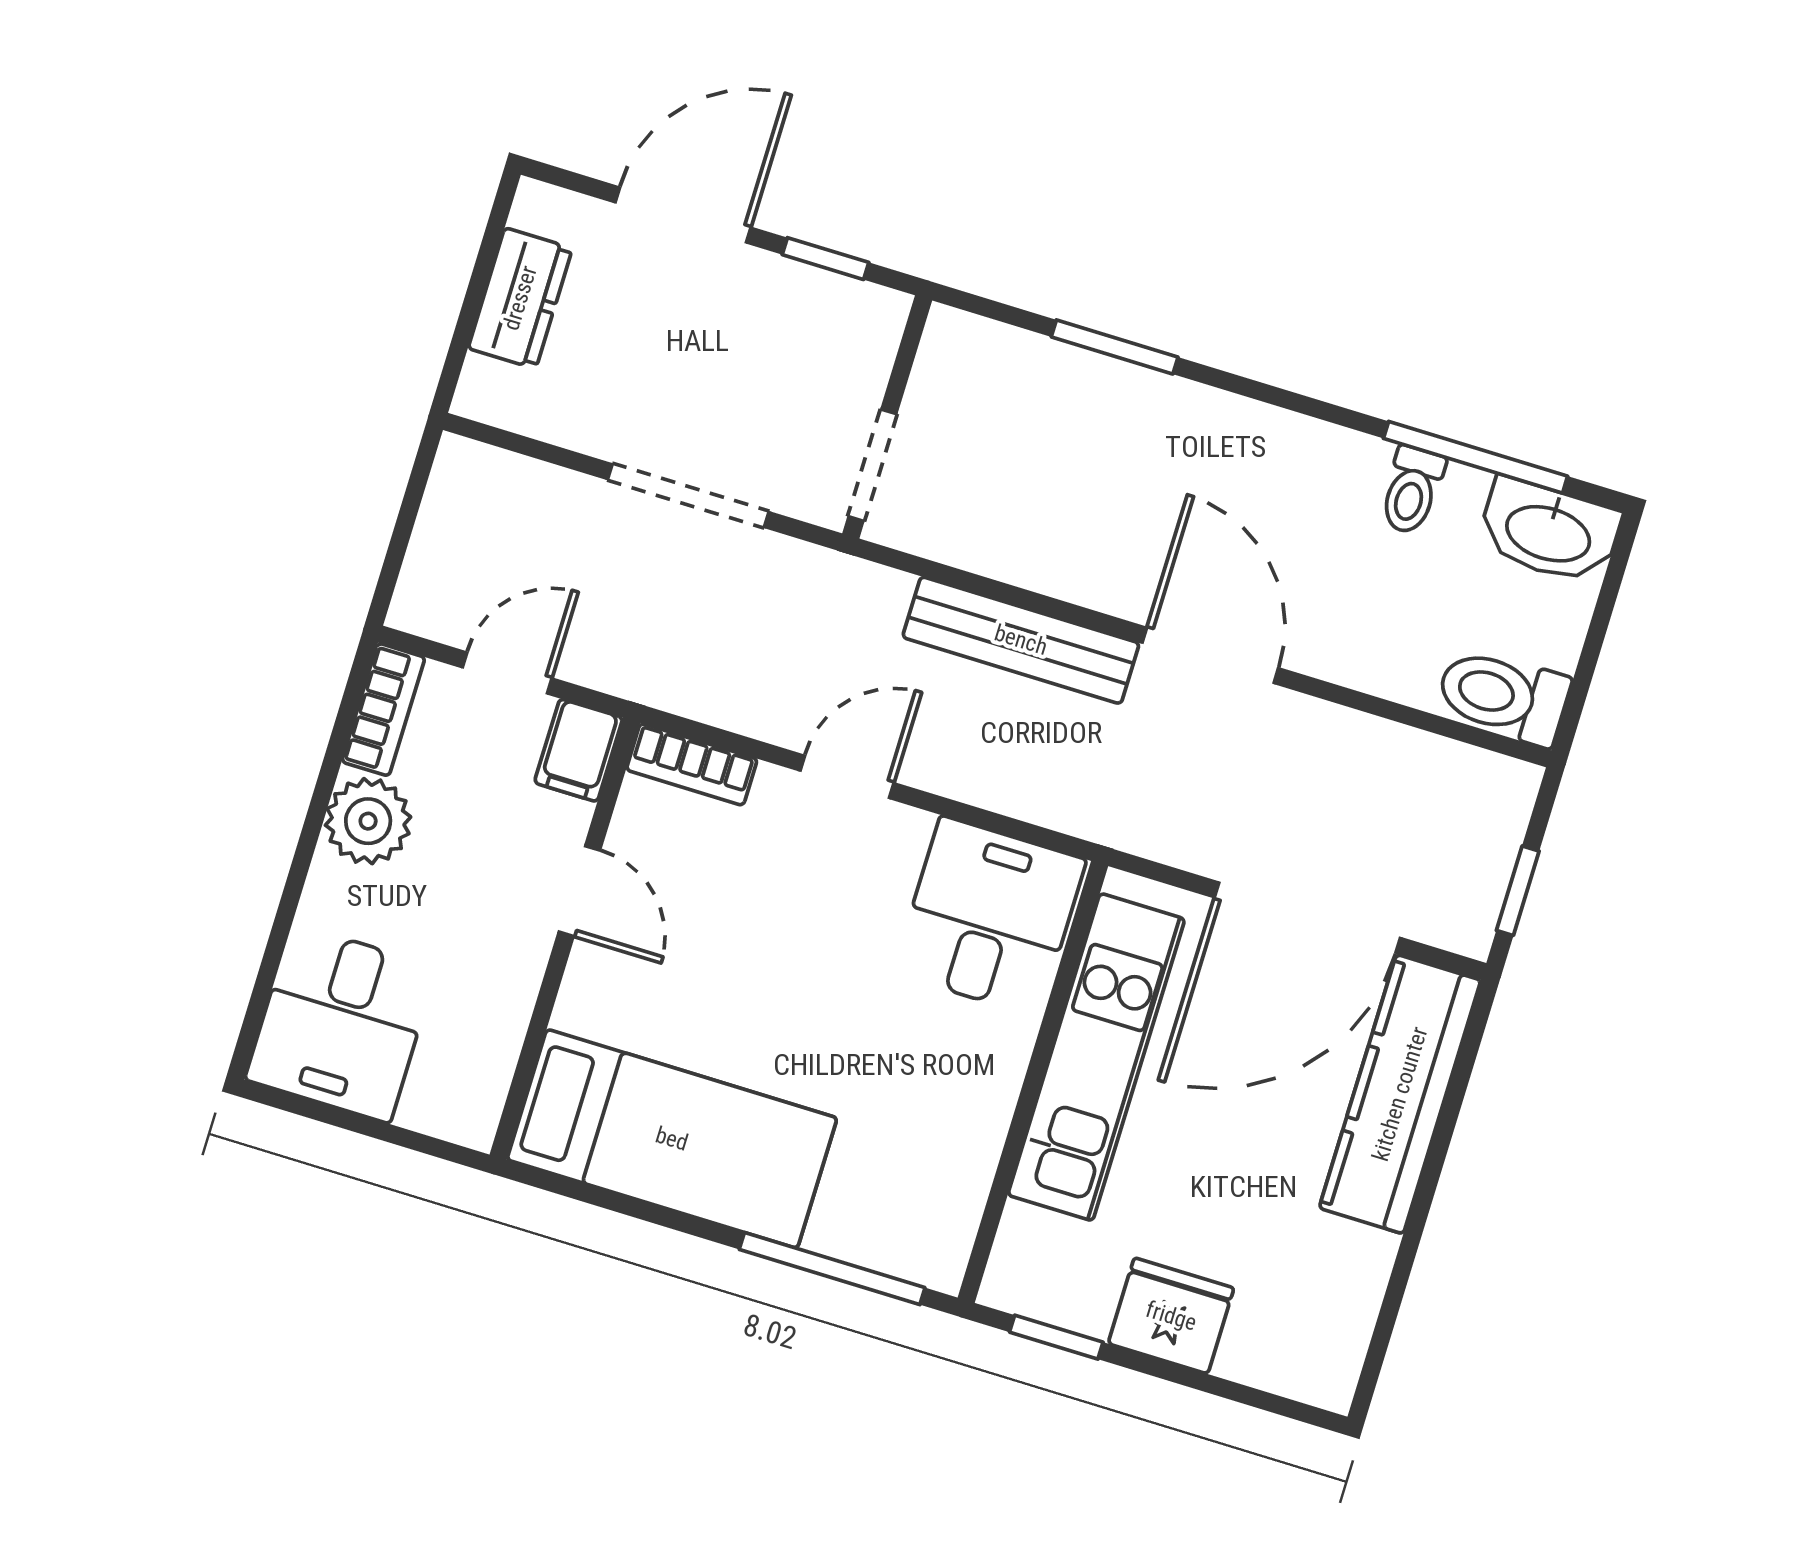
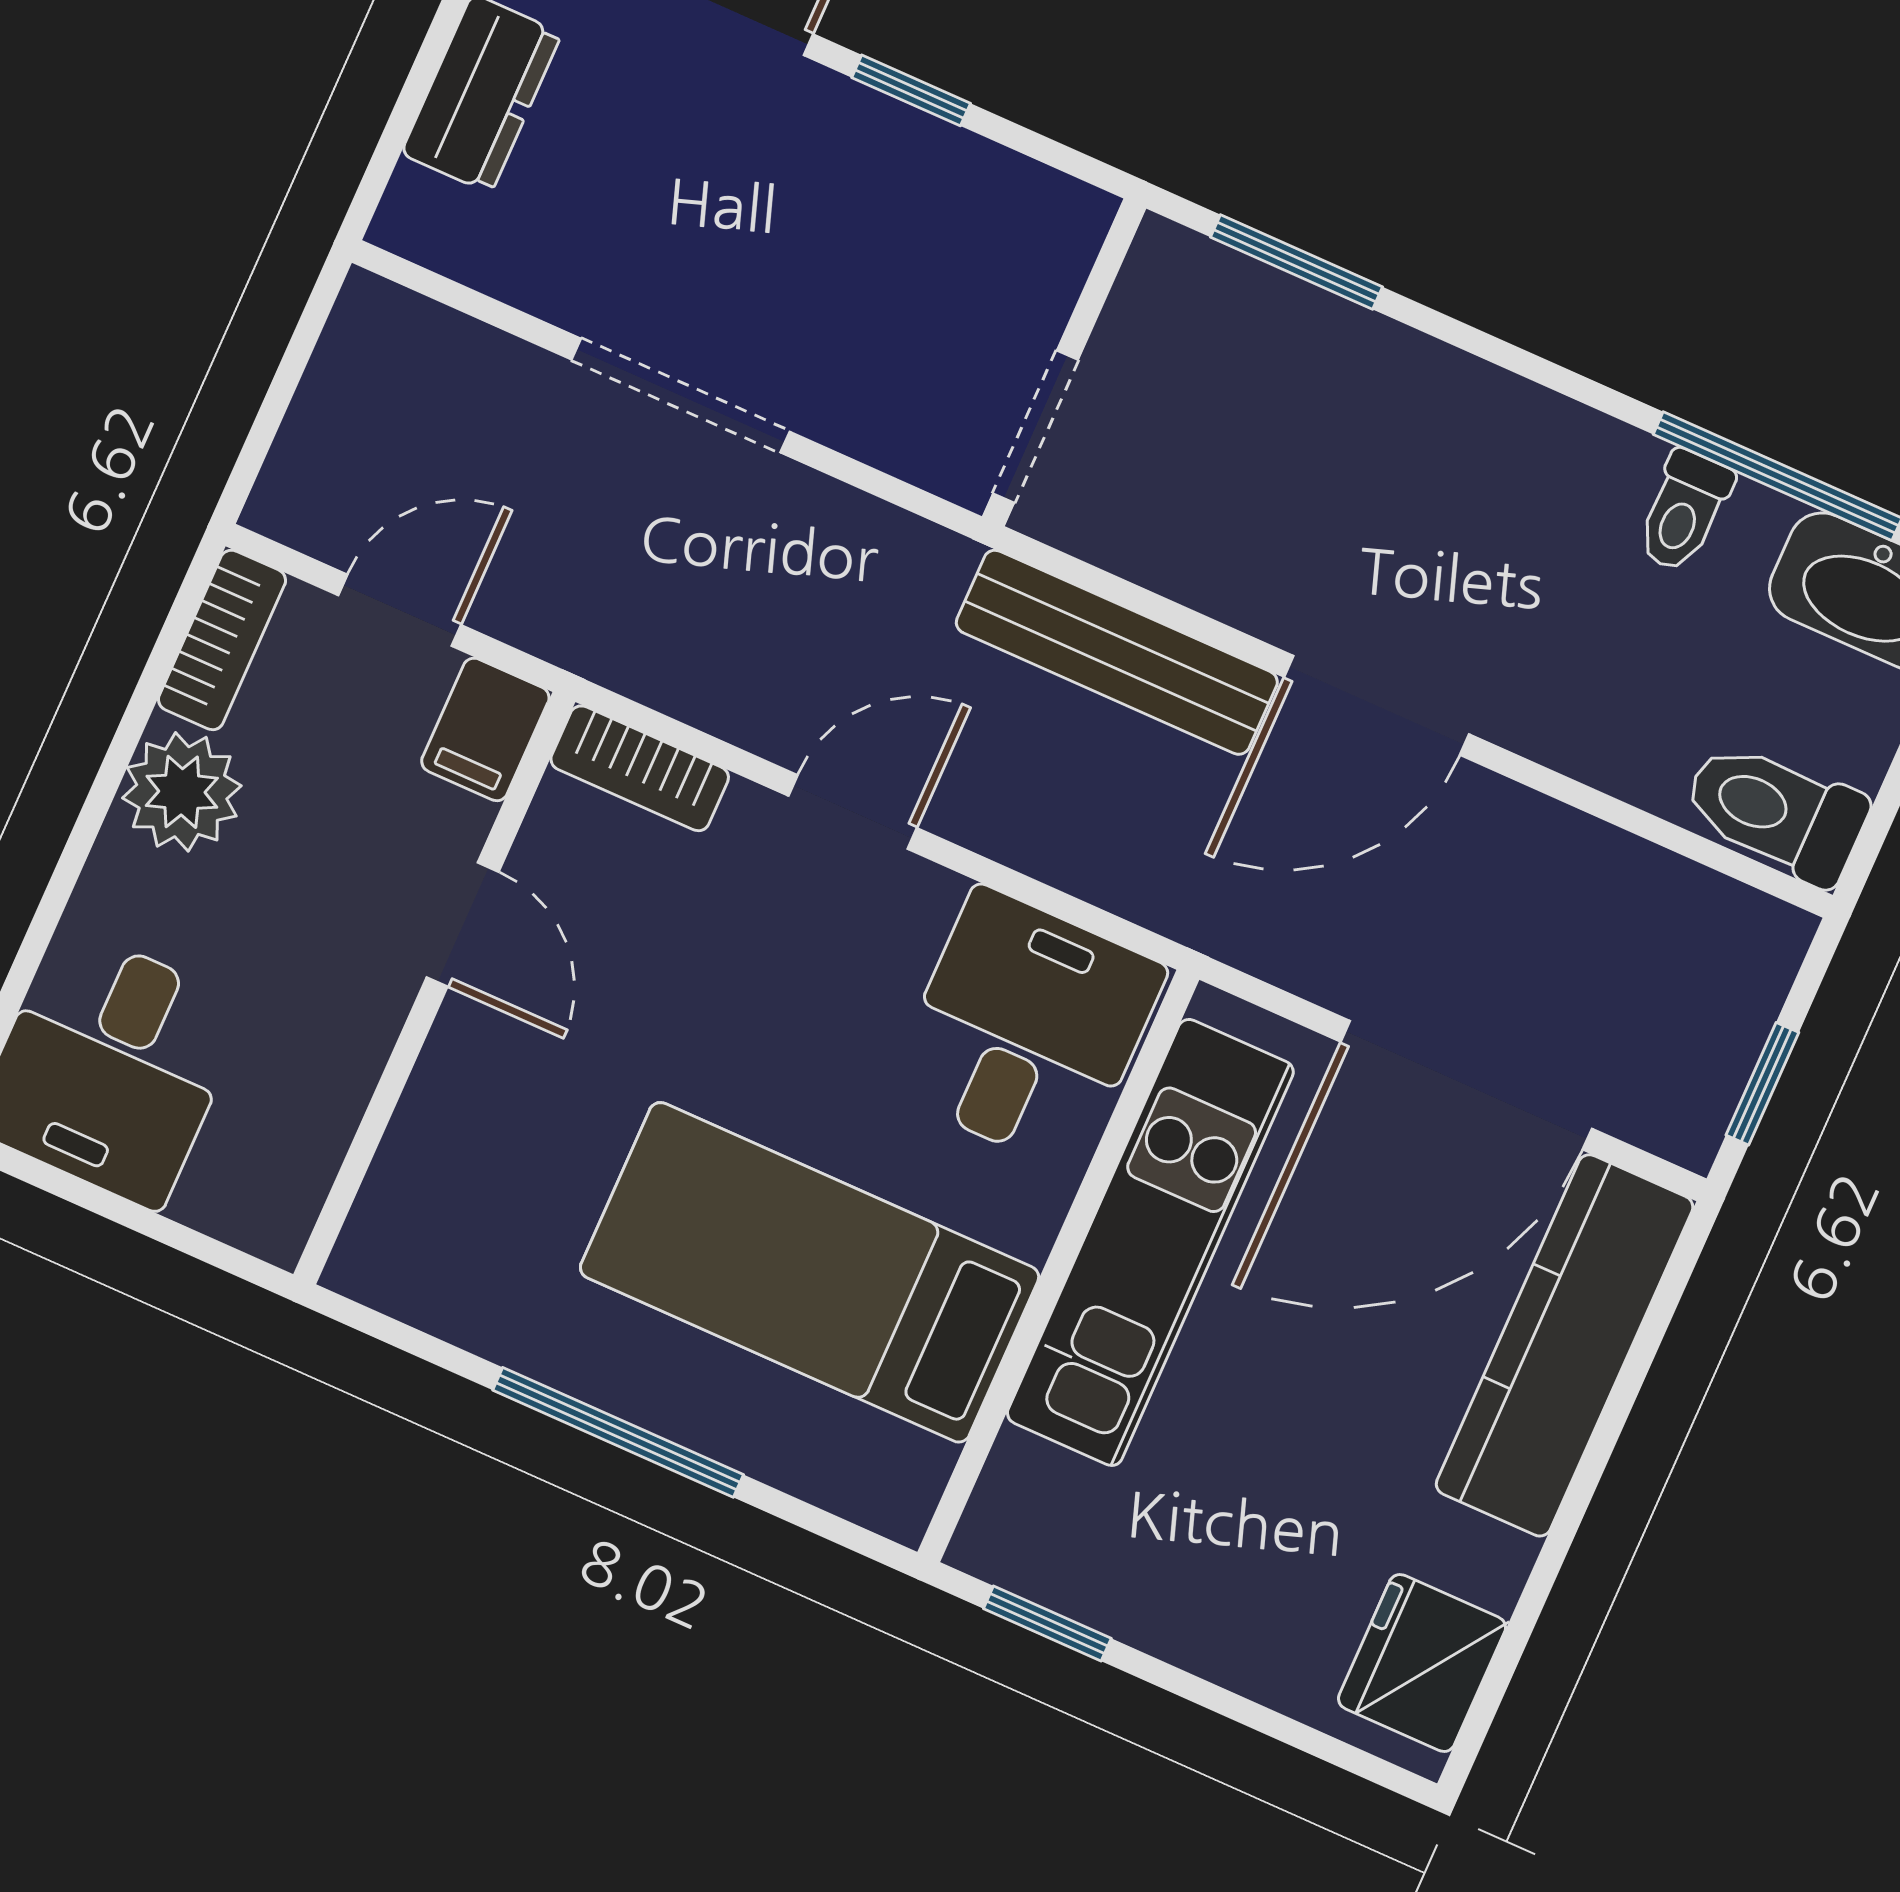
wall: (887, 417) -> (1064, 362), moved
doorway: (872, 465) -> (1035, 427), moved
door: (1210, 655) -> (1377, 705), swing flipped
bed: (672, 1139) -> (810, 1272), moved, turned 180
window: (832, 1269) -> (618, 1432), moved
fridge: (1171, 1316) -> (1422, 1663), moved, turned -90

